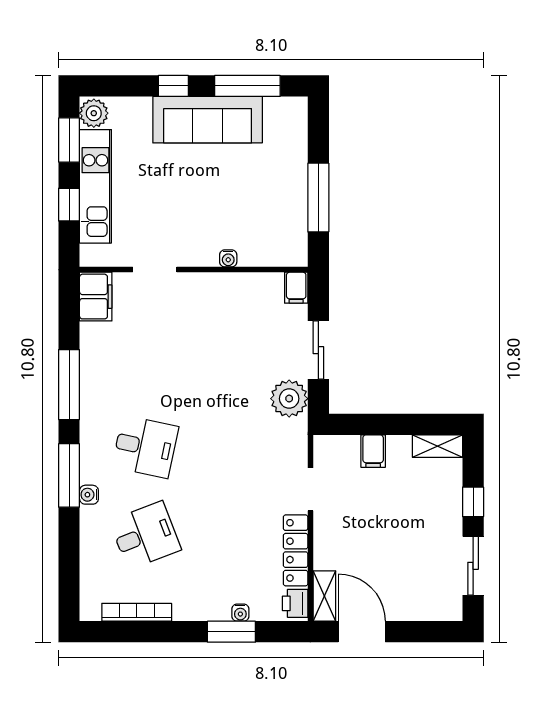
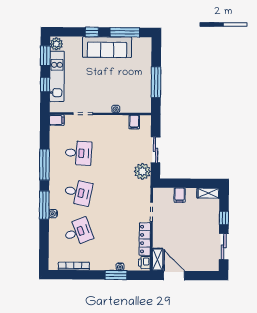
filing cabinet: (296, 288) -> (134, 122), moved
filing cabinet: (96, 297) -> (57, 120), width x0.50
desk: (145, 358) -> (78, 153), added

